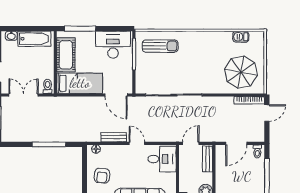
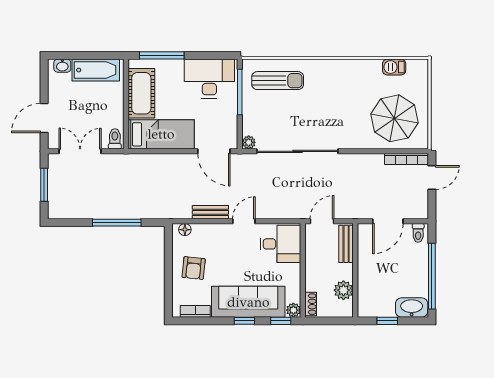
plant: (140, 89) -> (249, 142), added
door: (137, 143) -> (244, 221), hinge flipped

